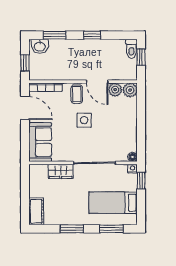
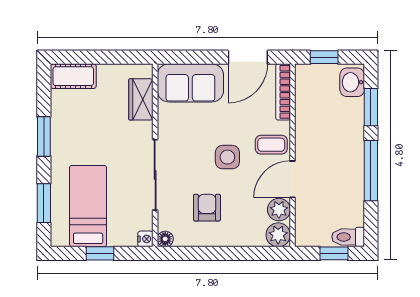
window: (92, 35) -> (371, 171), width x2.17
armchair: (114, 132) -> (207, 208), added
wardrobe: (61, 171) -> (141, 99), moved
window: (141, 180) -> (100, 253), moved

